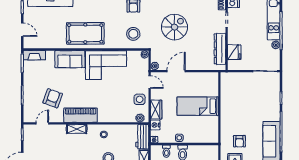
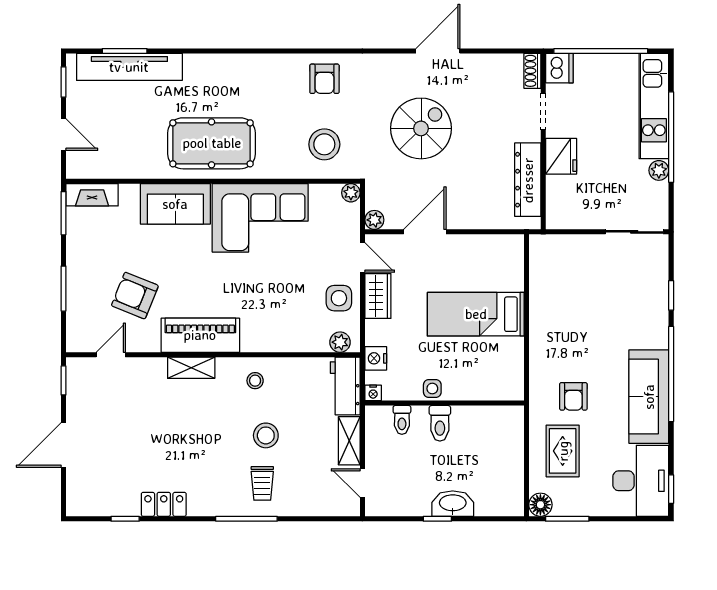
fridge: (234, 52) -> (561, 156), moved
armchair: (53, 98) -> (135, 296), turned -88
wardrobe: (156, 110) -> (378, 296), moved

